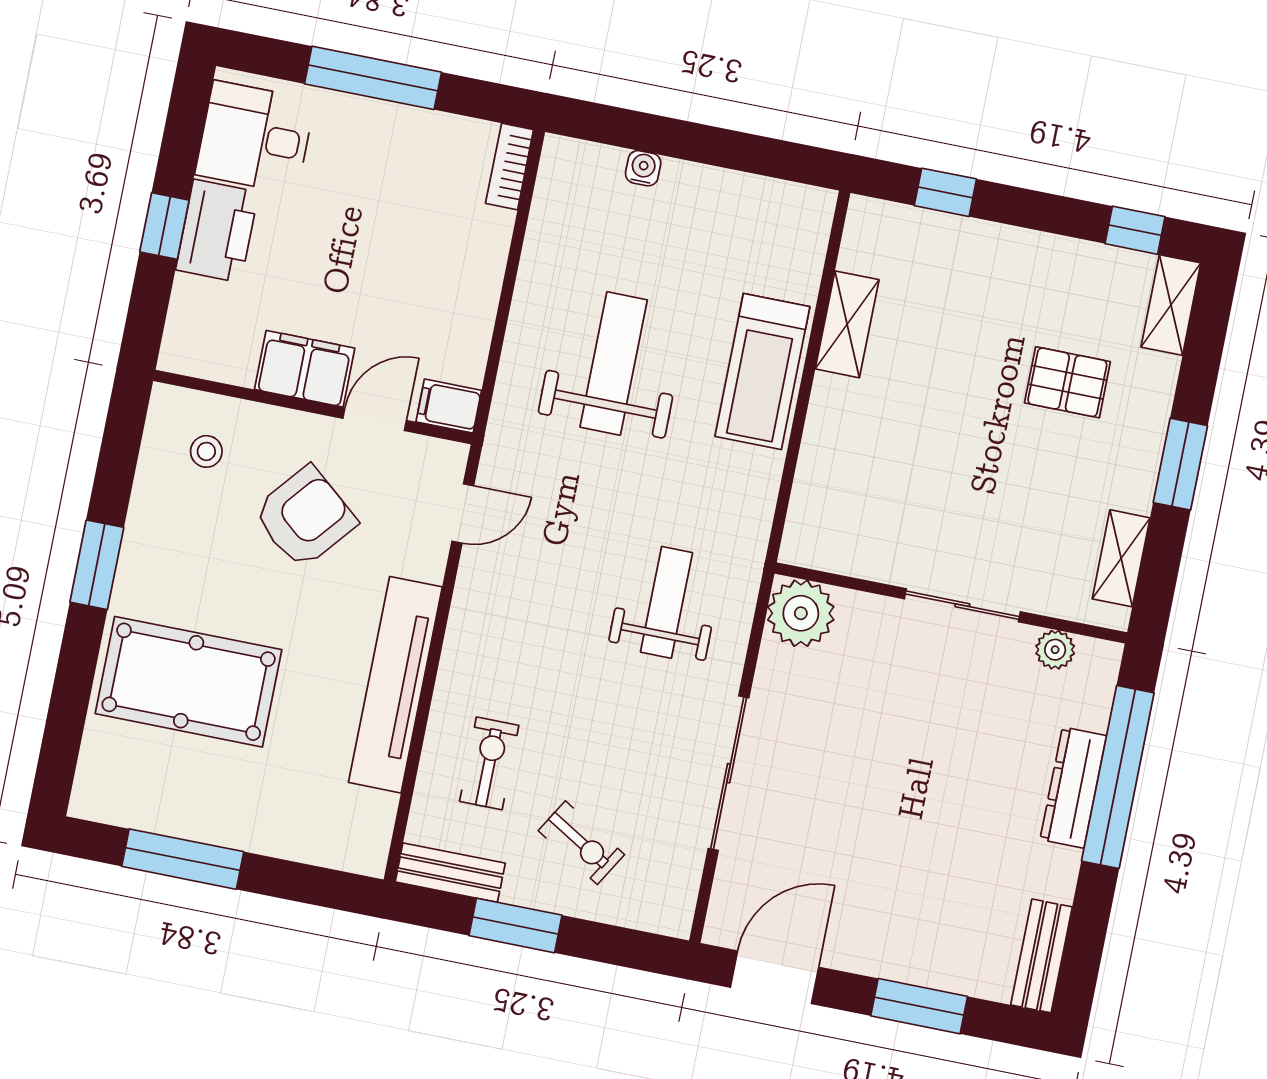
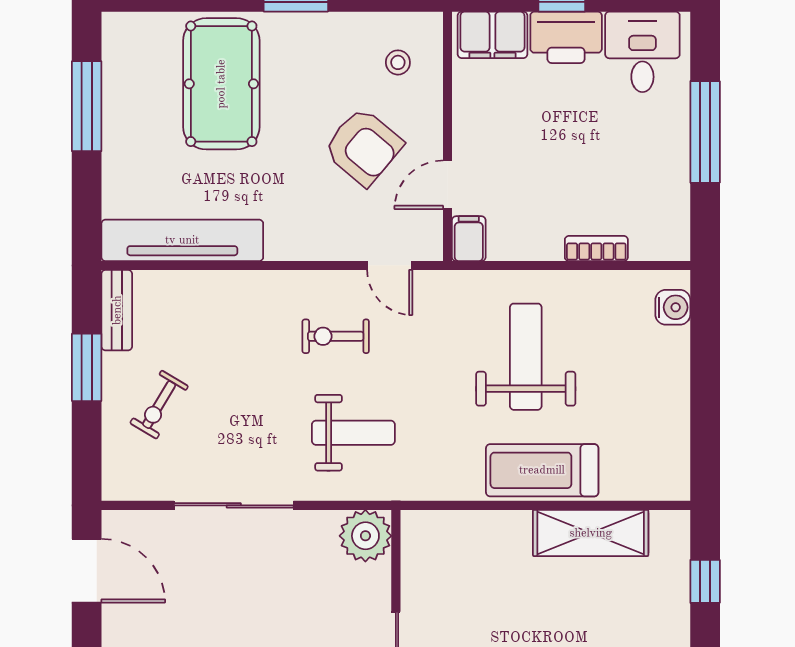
bookcase: (510, 167) -> (596, 248), moved
water cooler: (643, 168) -> (673, 307), moved, width x1.38, depth x1.38
shelving: (847, 324) -> (591, 533), width x1.50, depth x1.33
weight bench: (614, 364) -> (526, 357), turned -90
filing cabinet: (305, 369) -> (492, 35), moved, turned 90
door: (375, 419) -> (448, 185), swing flipped
tv unit: (395, 685) -> (182, 240), moved
exercise bike: (489, 763) -> (336, 336), moved, turned 180

